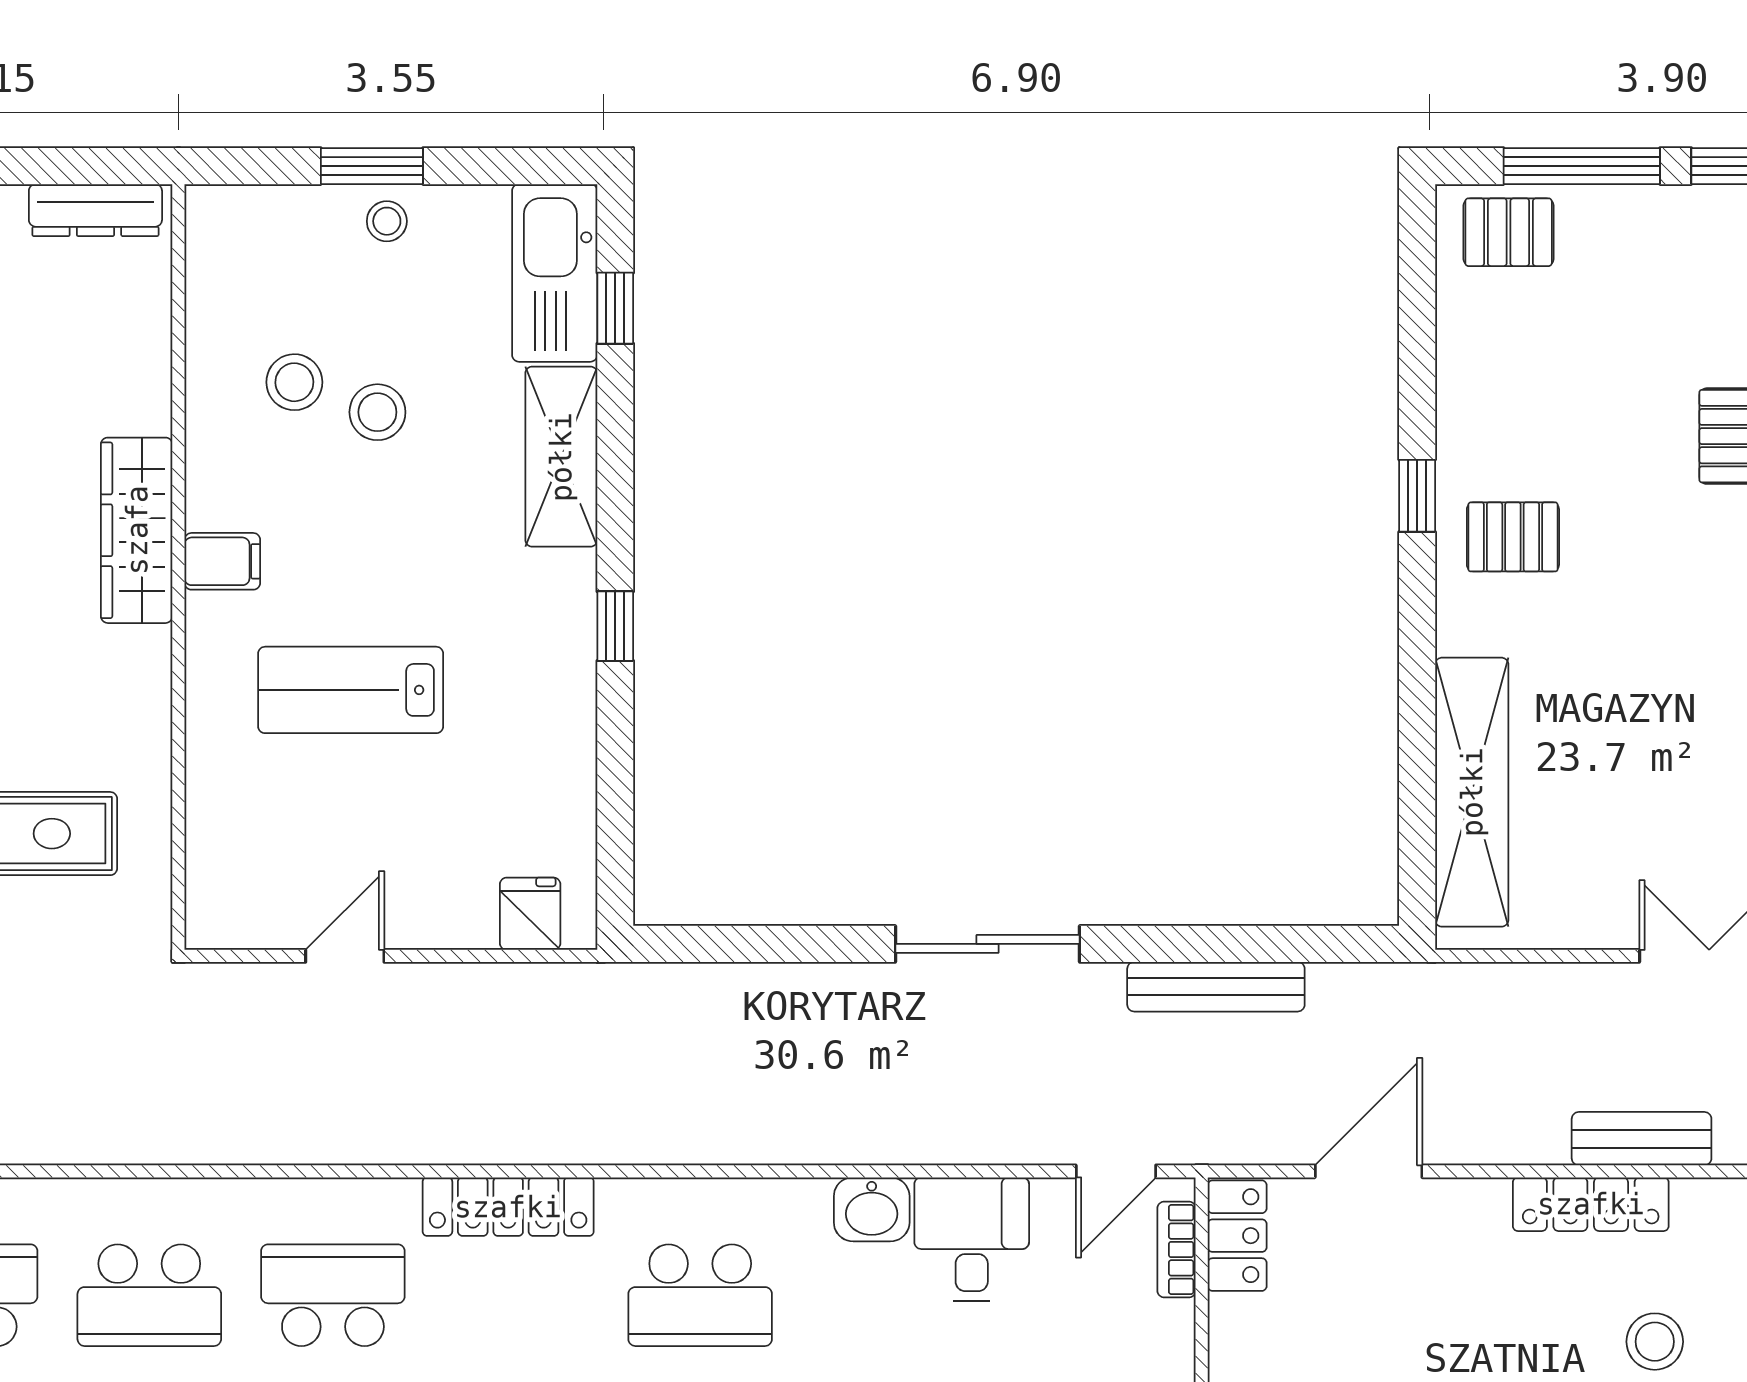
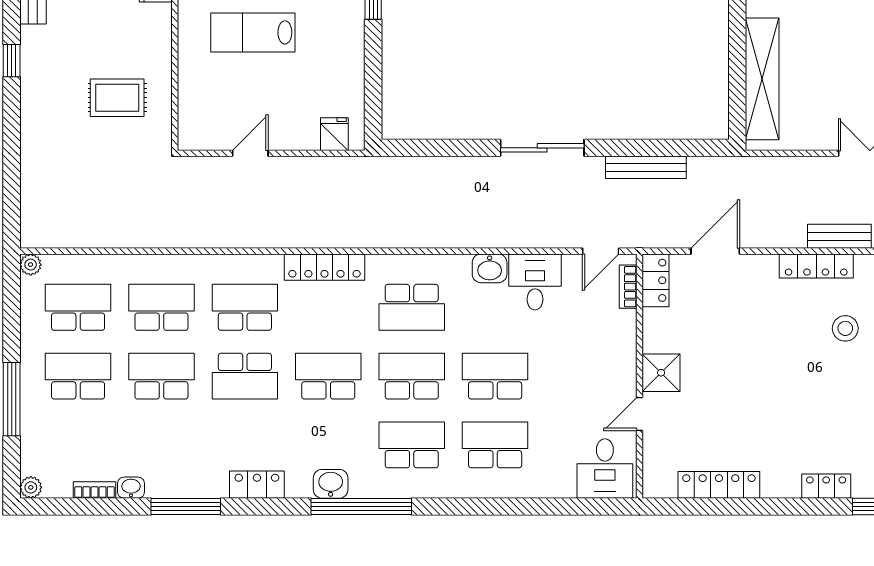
school desk: (149, 1295) -> (161, 307), turned 180

